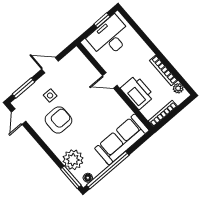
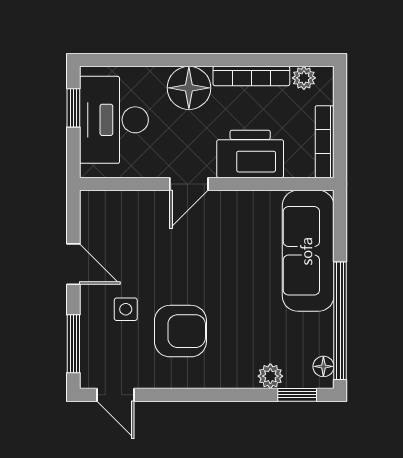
floor lamp: (142, 53) -> (189, 88), added
door: (50, 65) -> (73, 264), swing flipped
armchair: (58, 120) -> (180, 331), turned 90
plant: (73, 160) -> (270, 376), width x0.53, depth x0.53
window: (71, 177) -> (297, 395), width x0.67

